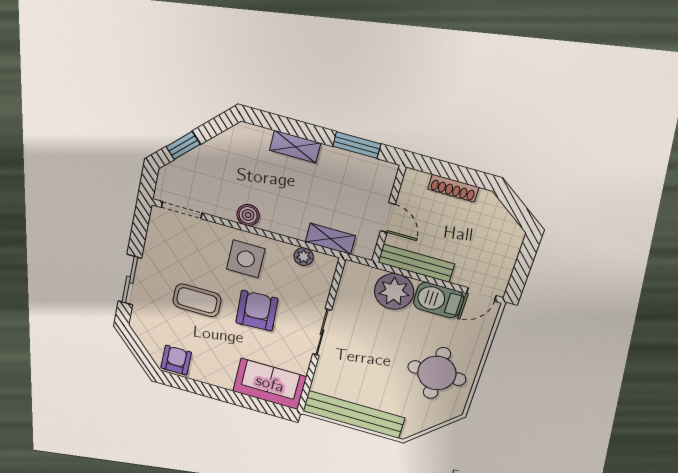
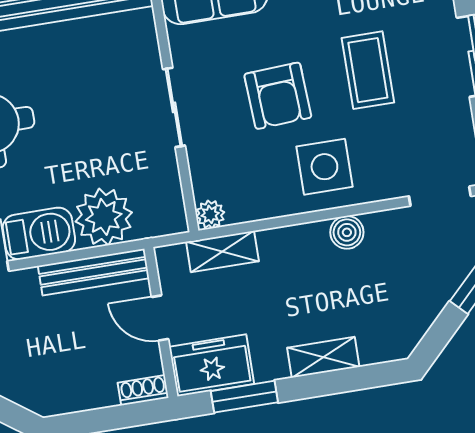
freezer: (369, 174) -> (212, 365), added
shoe rack: (453, 188) -> (143, 390), moved, width x0.70
plant: (304, 257) -> (210, 214), moved
coffee table: (197, 300) -> (368, 70), turned 90

